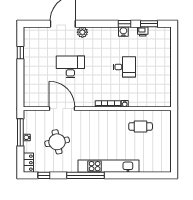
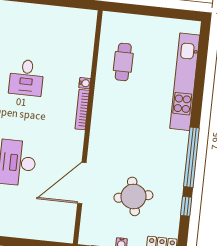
desk: (124, 67) -> (26, 78), turned 180
kitchen unit: (109, 166) -> (185, 82), moved
window: (44, 175) -> (186, 206), moved

